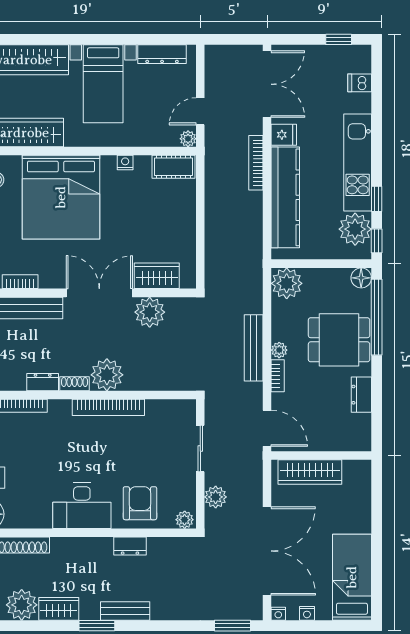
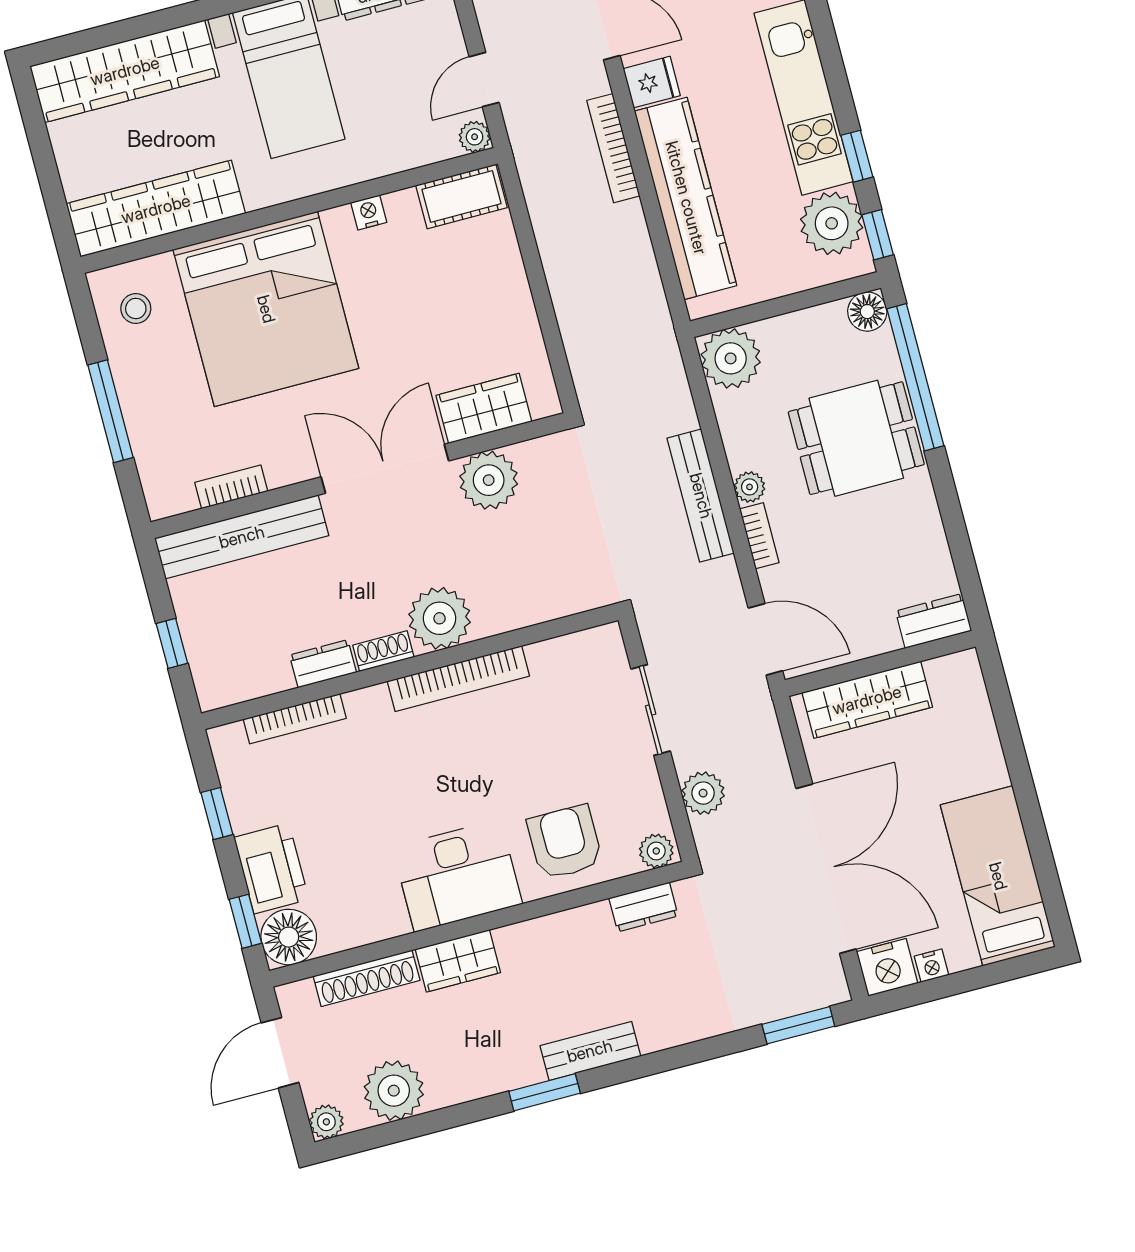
dresser: (361, 395) -> (934, 621), moved, turned 90
dresser: (130, 546) -> (643, 907), moved
wardrobe: (59, 609) -> (458, 961), moved, turned 180
nightstand: (278, 614) -> (887, 967), width x1.89, depth x1.79

